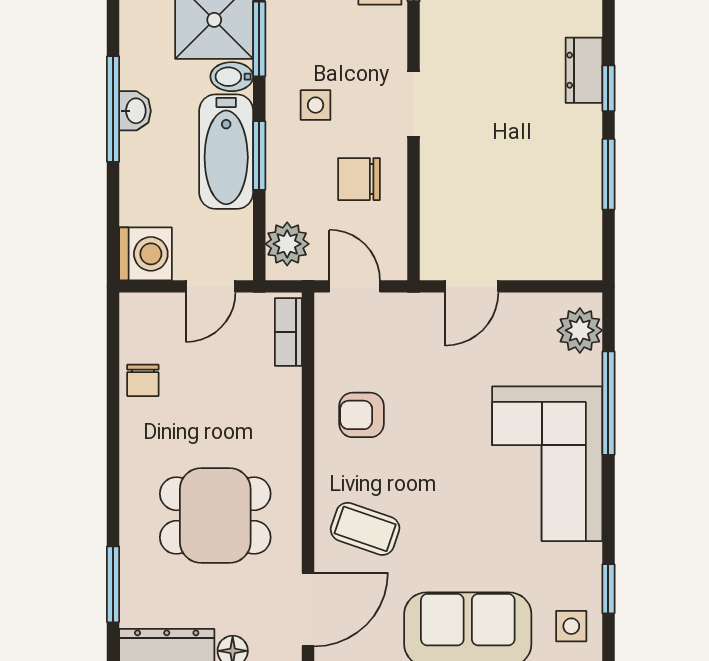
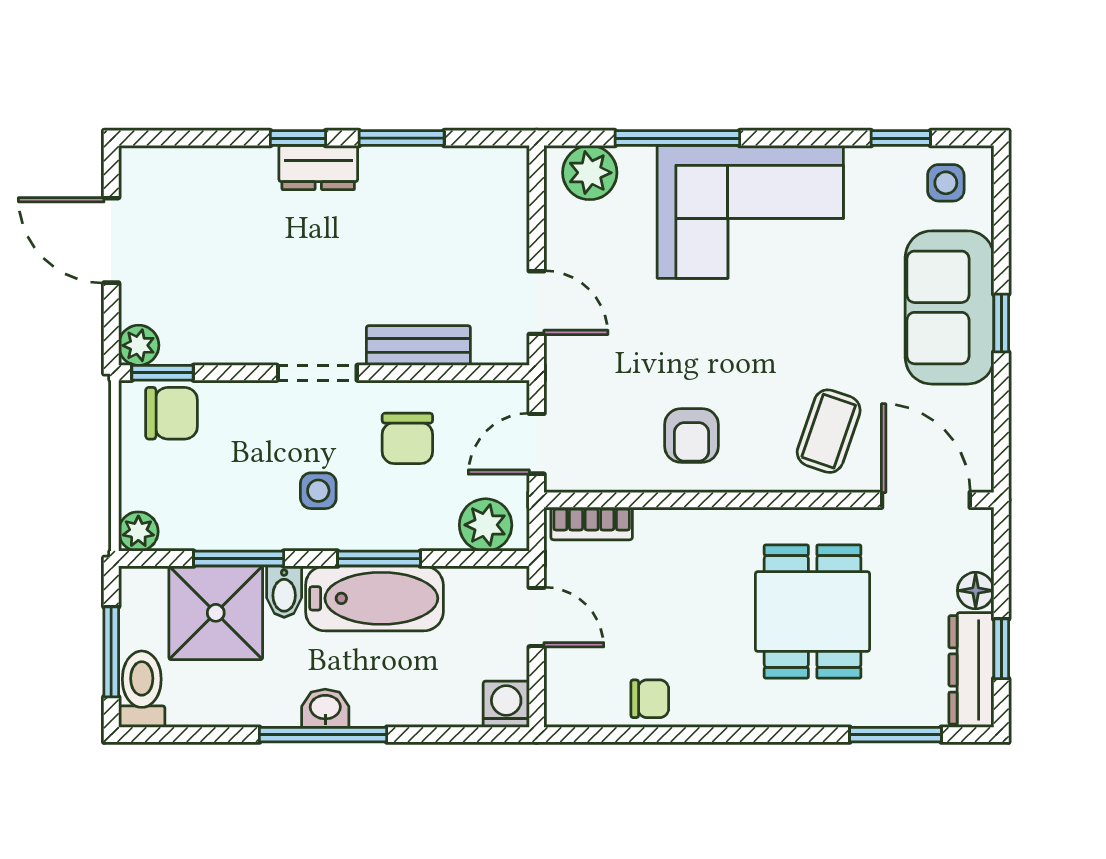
dresser: (584, 70) -> (318, 168), moved
bench: (436, 188) -> (418, 346), added
washing machine: (146, 254) -> (506, 704), width x0.73, depth x0.73

